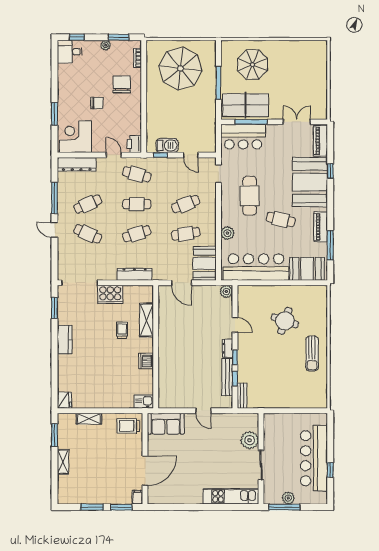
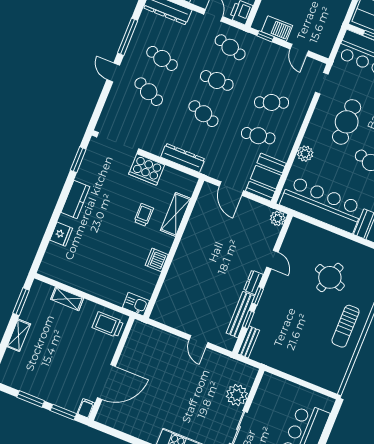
cafe table: (88, 204) -> (162, 58), turned 36
cafe table: (137, 234) -> (203, 114), turned 36
fridge: (64, 400) -> (61, 234), moved
sofa: (166, 424) -> (151, 339), removed

